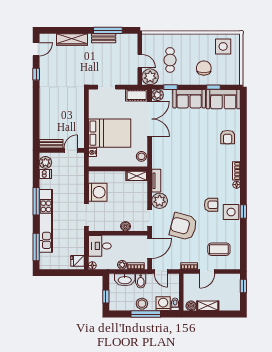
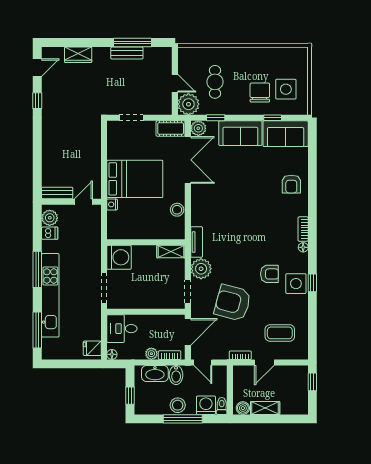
wardrobe: (72, 40) -> (78, 55), width x0.67
side table: (223, 46) -> (286, 89), moved
wall: (118, 169) -> (146, 242), moved
shelving: (137, 176) -> (171, 252), moved
boiler: (126, 226) -> (156, 303), removed

